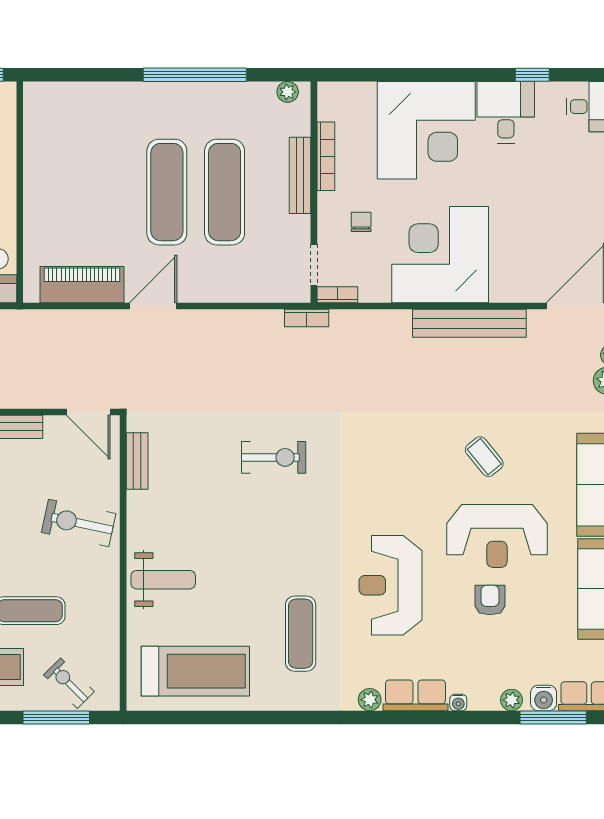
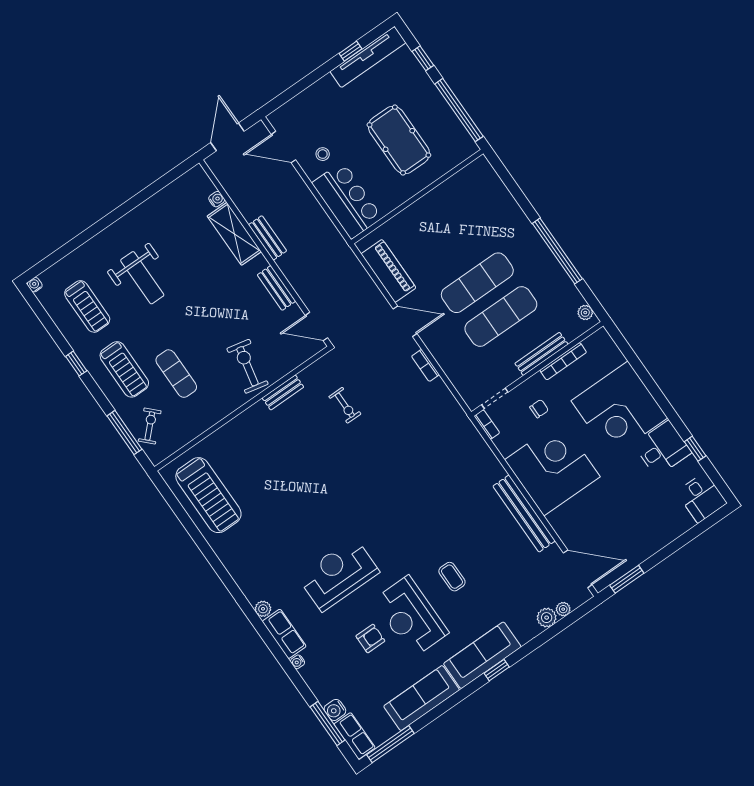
bookcase: (307, 318) -> (425, 365), moved
door: (88, 412) -> (316, 327), hinge flipped
exercise bike: (274, 457) -> (345, 405), moved, width x0.73, depth x0.72
coffee table: (484, 457) -> (452, 577), turned -51
bench: (137, 461) -> (283, 392), moved
weight bench: (163, 580) -> (249, 439), removed
exercise mat: (301, 634) -> (273, 541), removed
plant: (511, 700) -> (321, 692), removed

